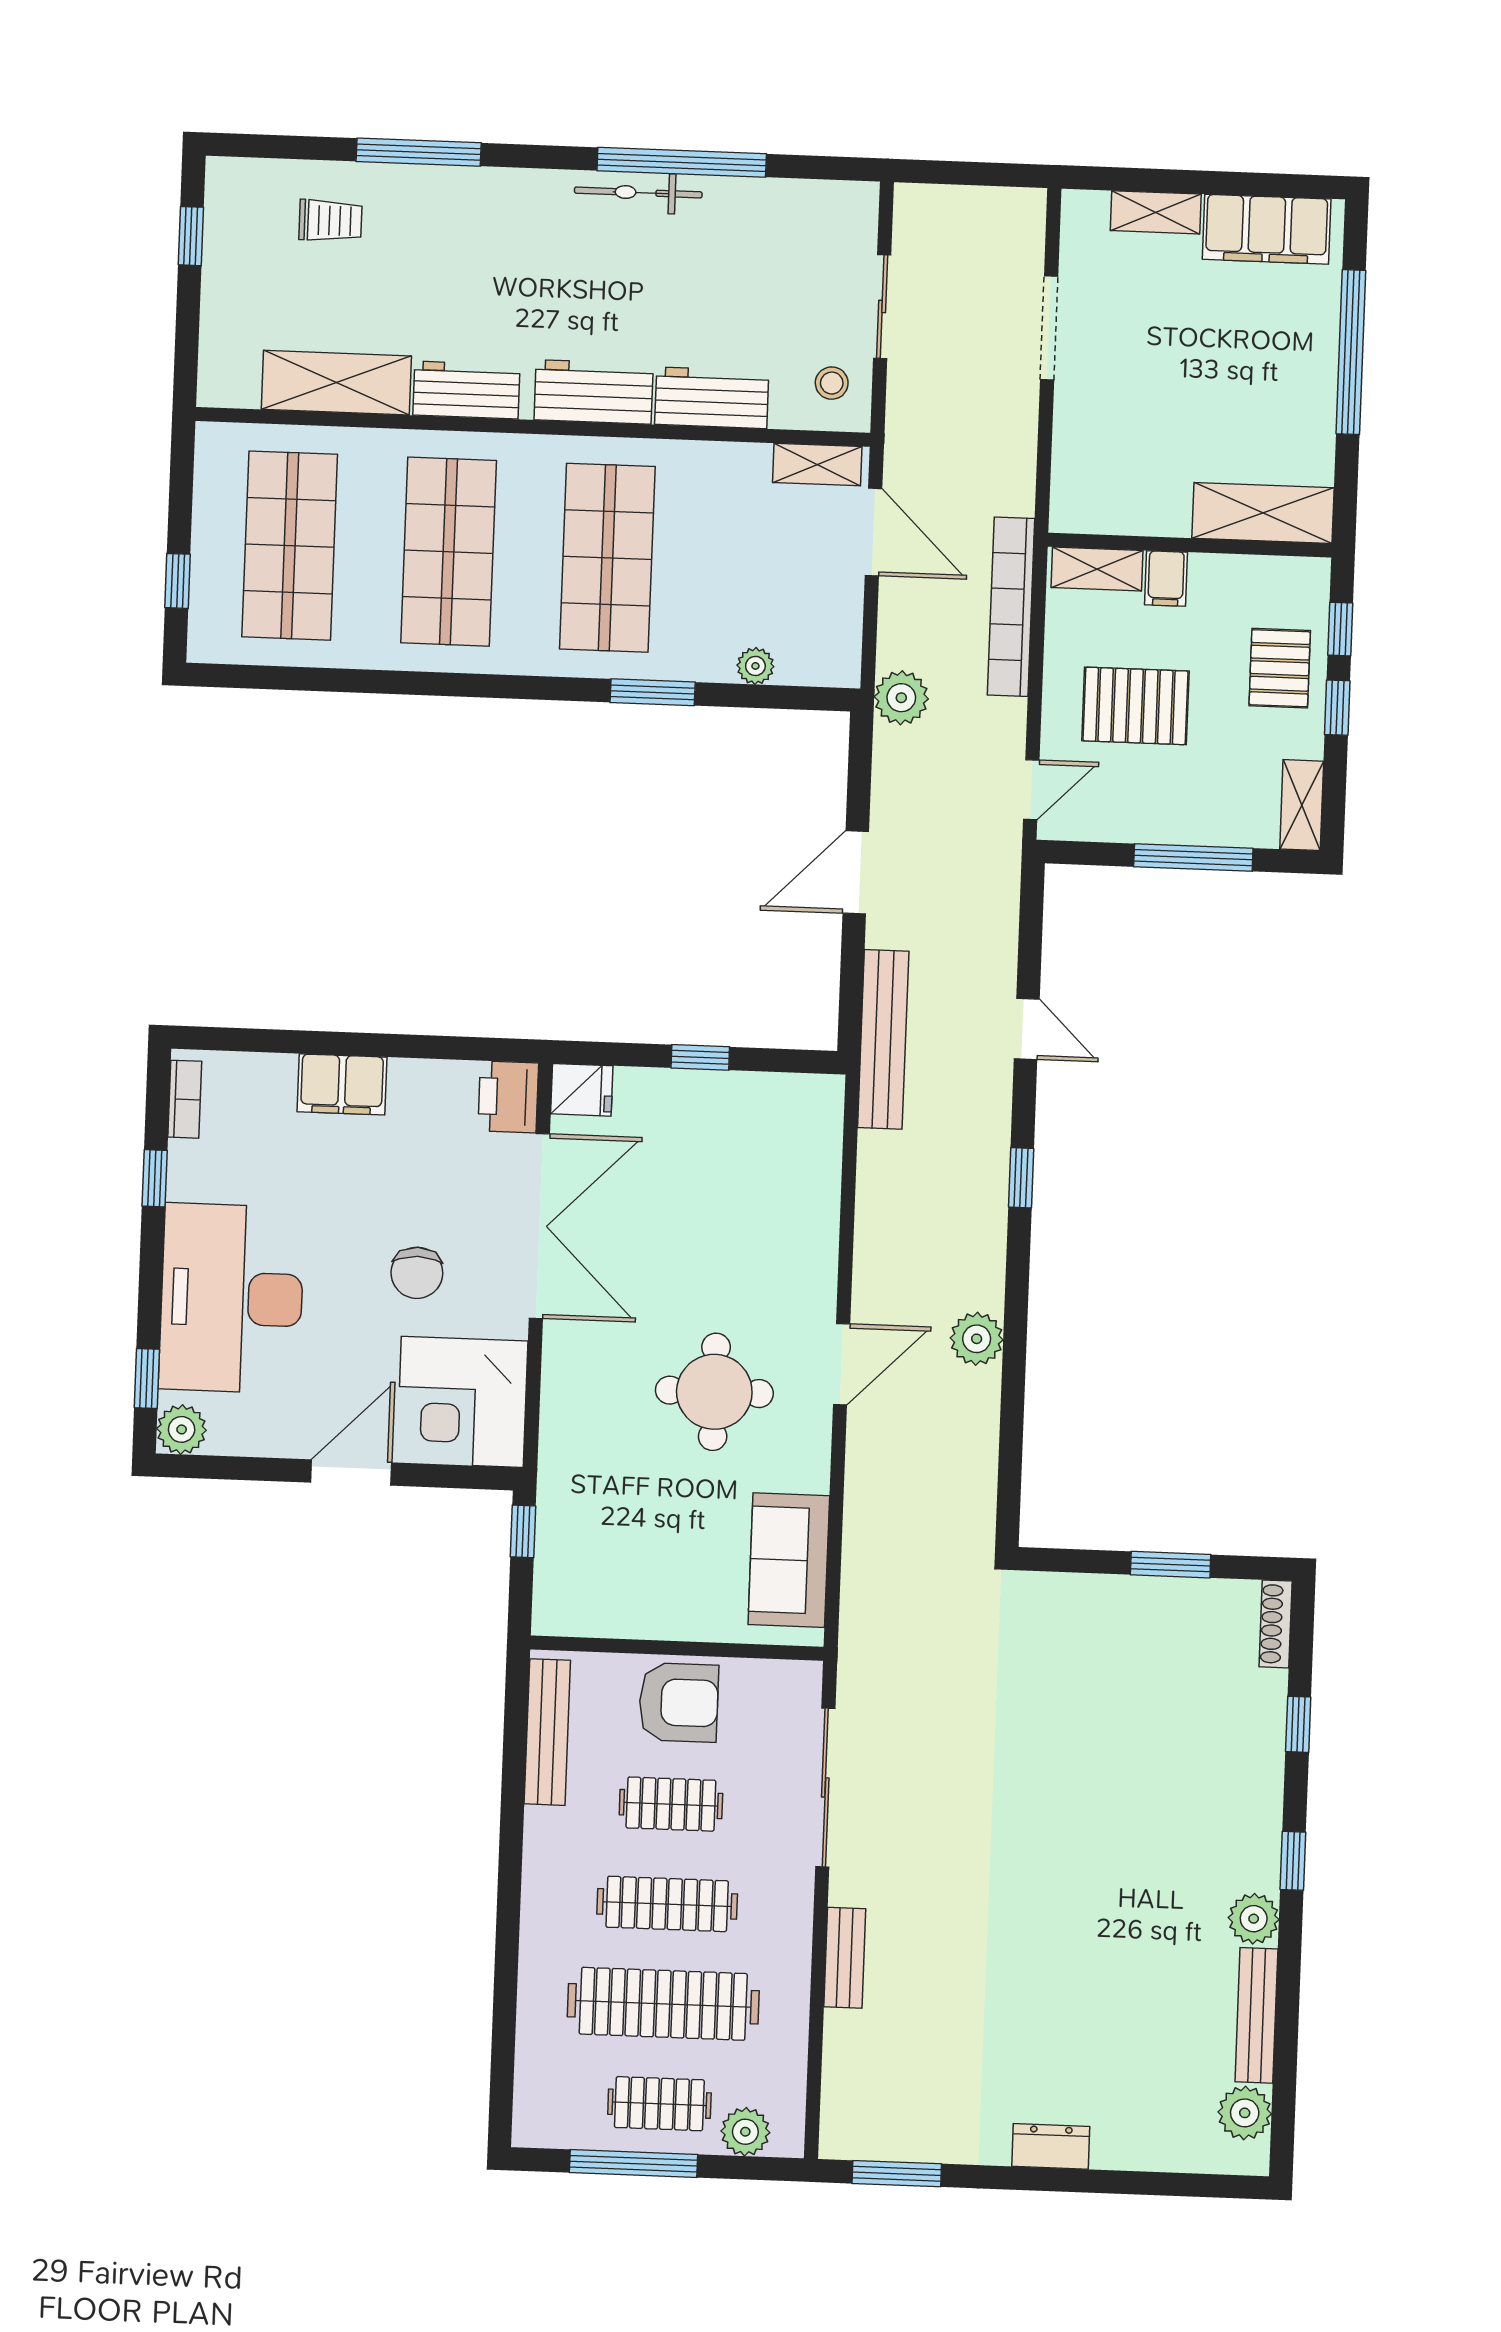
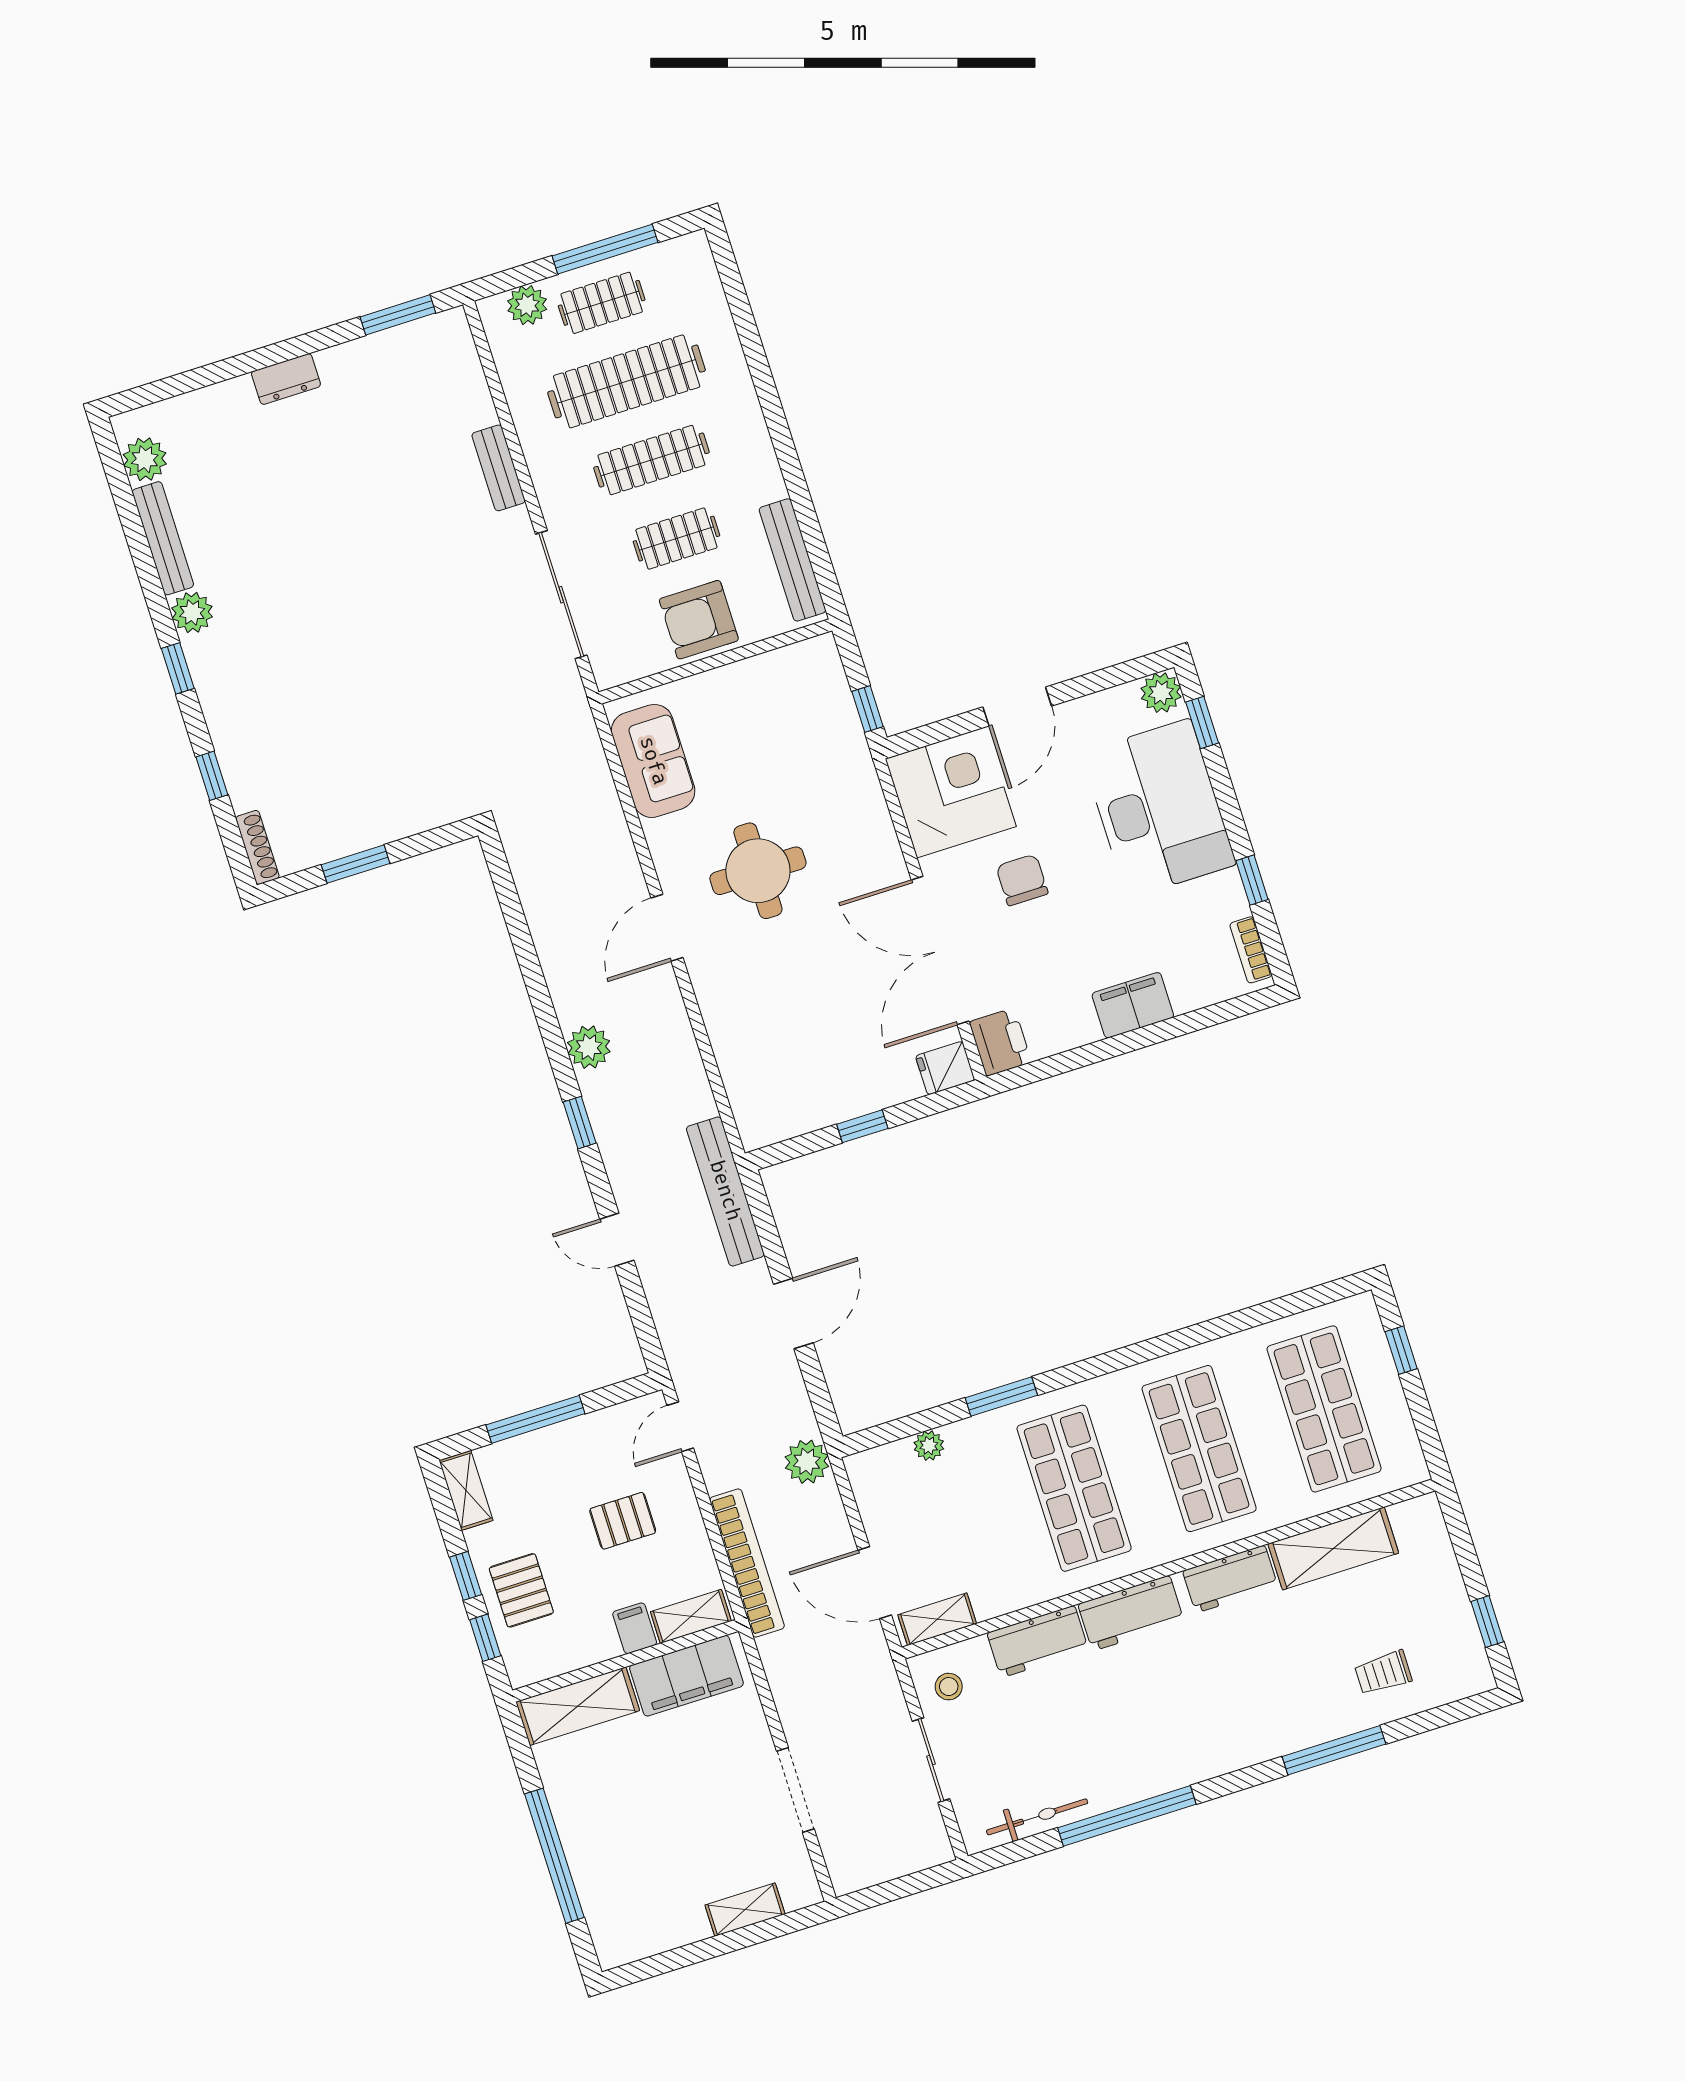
bicycle: (638, 192) -> (1037, 1817), moved
filing cabinet: (1267, 229) -> (686, 1676), moved, turned 180
pallet: (1135, 706) -> (623, 1521), width x0.67, depth x0.71
plant: (977, 1339) -> (589, 1047), moved

